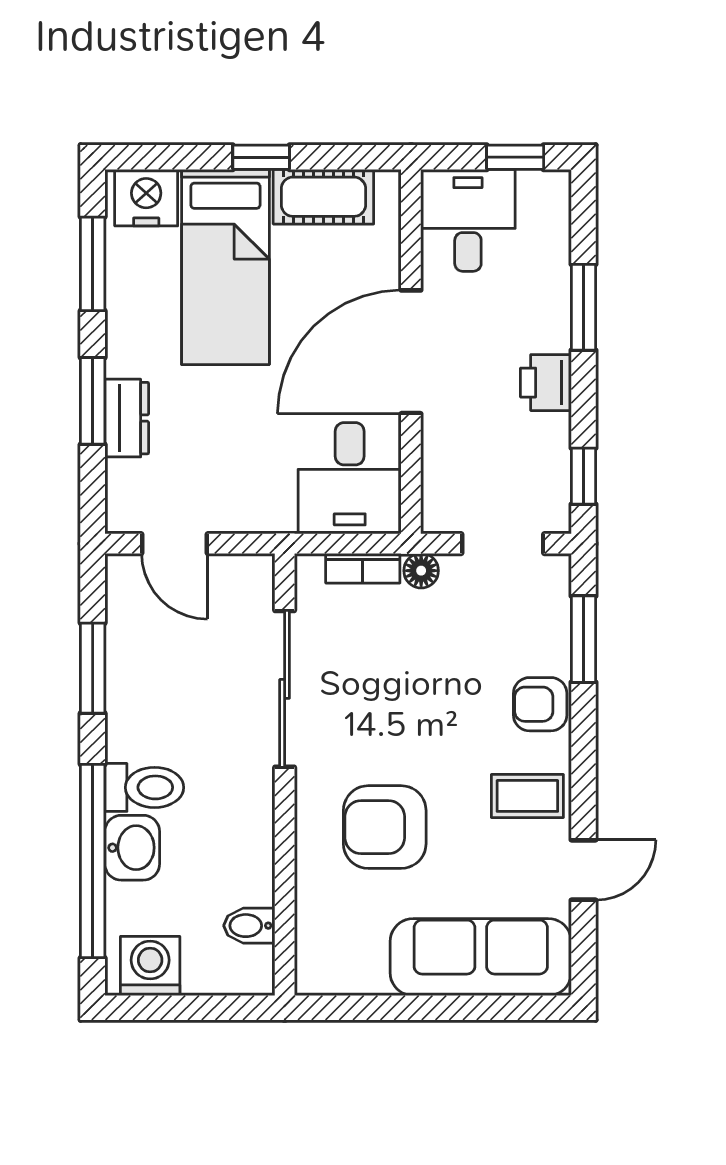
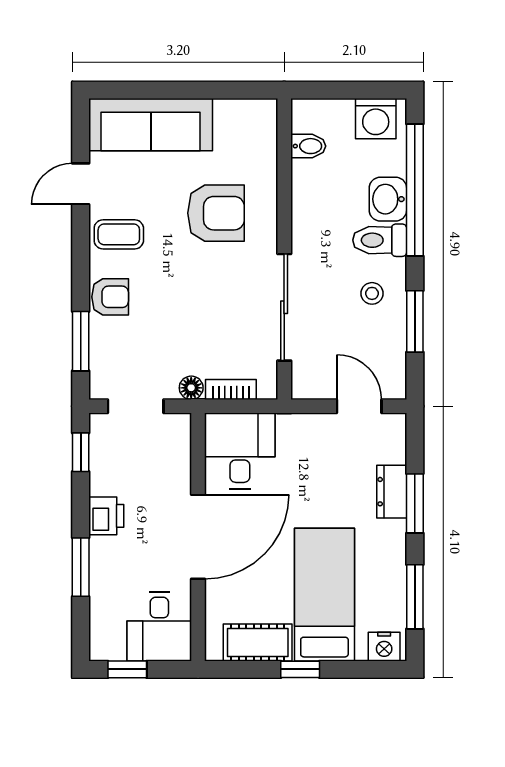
nightstand: (146, 198) -> (384, 647), width x0.74, depth x0.75
stool: (156, 709) -> (372, 293), added

